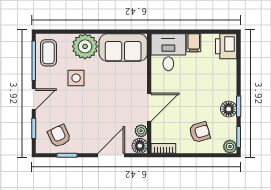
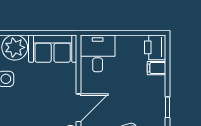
filing cabinet: (194, 43) -> (156, 68), moved, turned 90
floor lamp: (229, 109) -> (158, 110), removed

